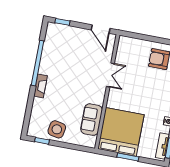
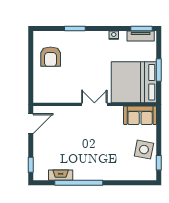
double door: (110, 75) -> (94, 104), moved
fireplace: (40, 86) -> (61, 175), moved
sofa: (92, 120) -> (140, 115), moved

